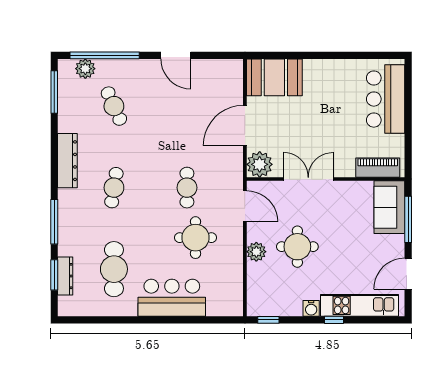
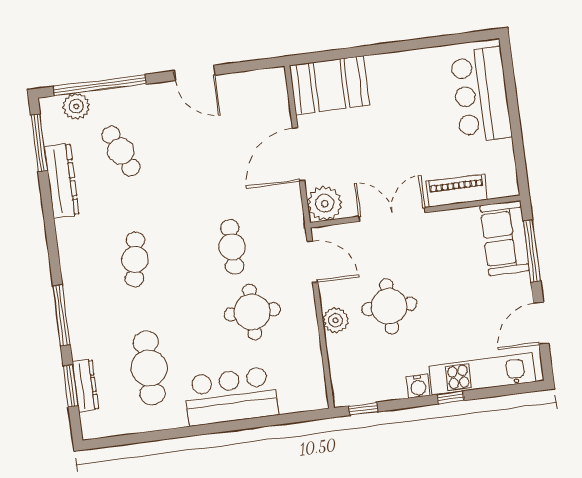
dresser: (67, 161) -> (62, 181), moved
piano: (378, 168) -> (457, 191), moved

